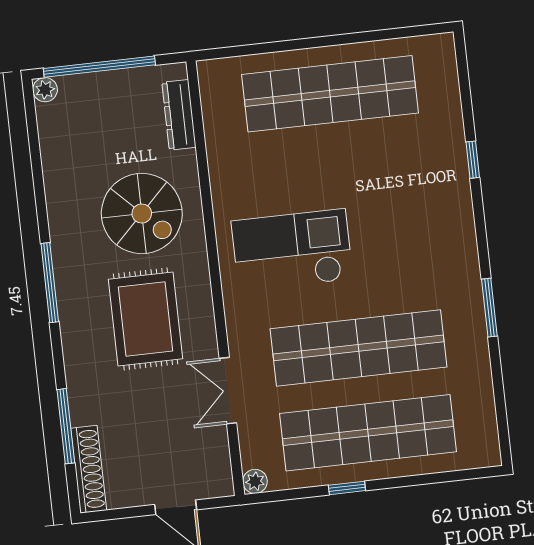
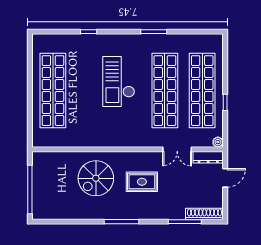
plant: (45, 90) -> (37, 214), removed
dresser: (179, 115) -> (208, 157), moved
spiral stairs: (142, 213) -> (96, 178), turned 180
checkout: (292, 250) -> (119, 82), moved
rug: (145, 319) -> (142, 182), width x0.73, depth x0.70

